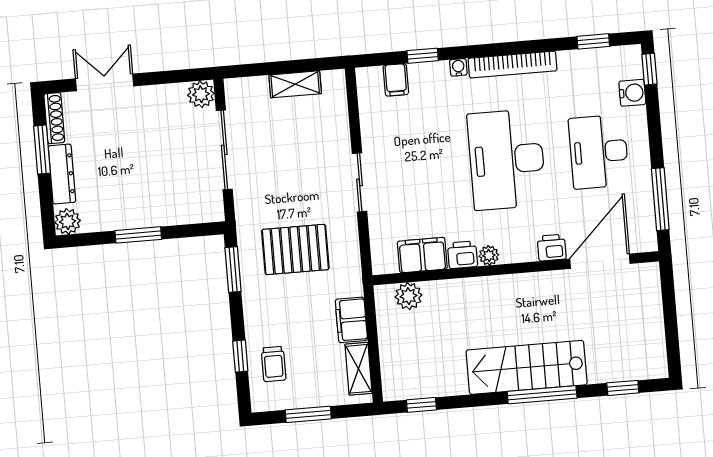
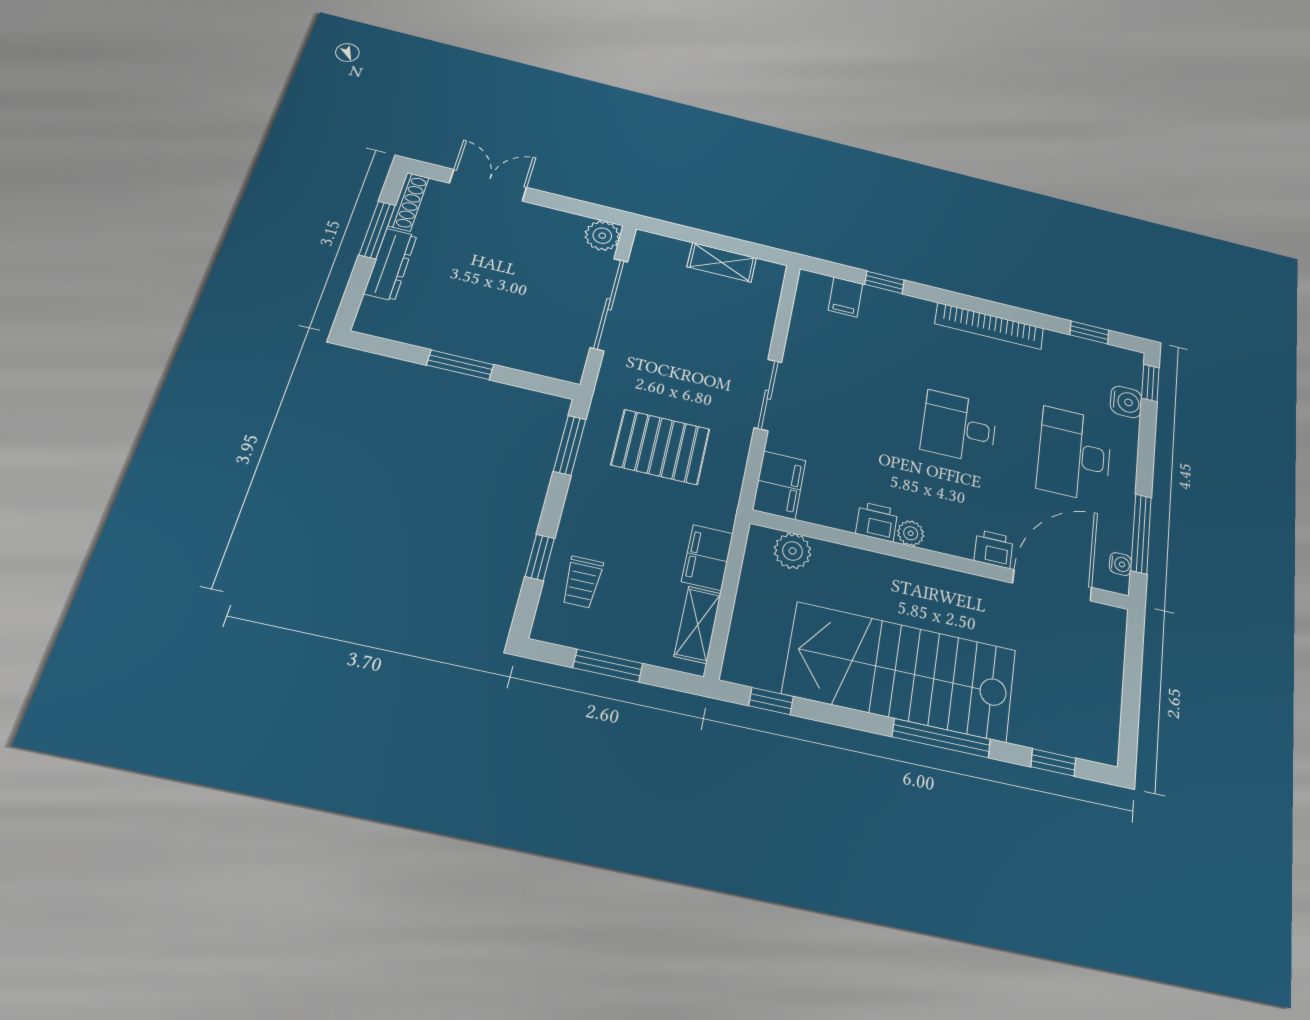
water cooler: (458, 67) -> (1120, 564), moved, turned 90
desk: (507, 159) -> (959, 427), width x0.53, depth x0.77
plant: (68, 221) -> (373, 320), removed
filing cabinet: (422, 255) -> (779, 485), moved, turned 90
stairs: (527, 367) -> (901, 672), width x1.36, depth x1.51

